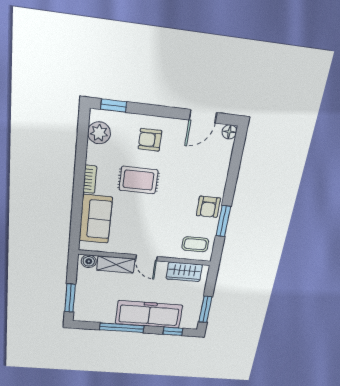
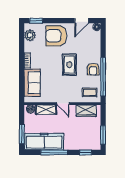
armchair: (150, 140) -> (56, 36), width x1.88, depth x1.88
rug: (138, 180) -> (69, 65), moved, turned 90
window: (223, 221) -> (103, 77), width x2.11
freezer: (149, 314) -> (44, 142), moved

